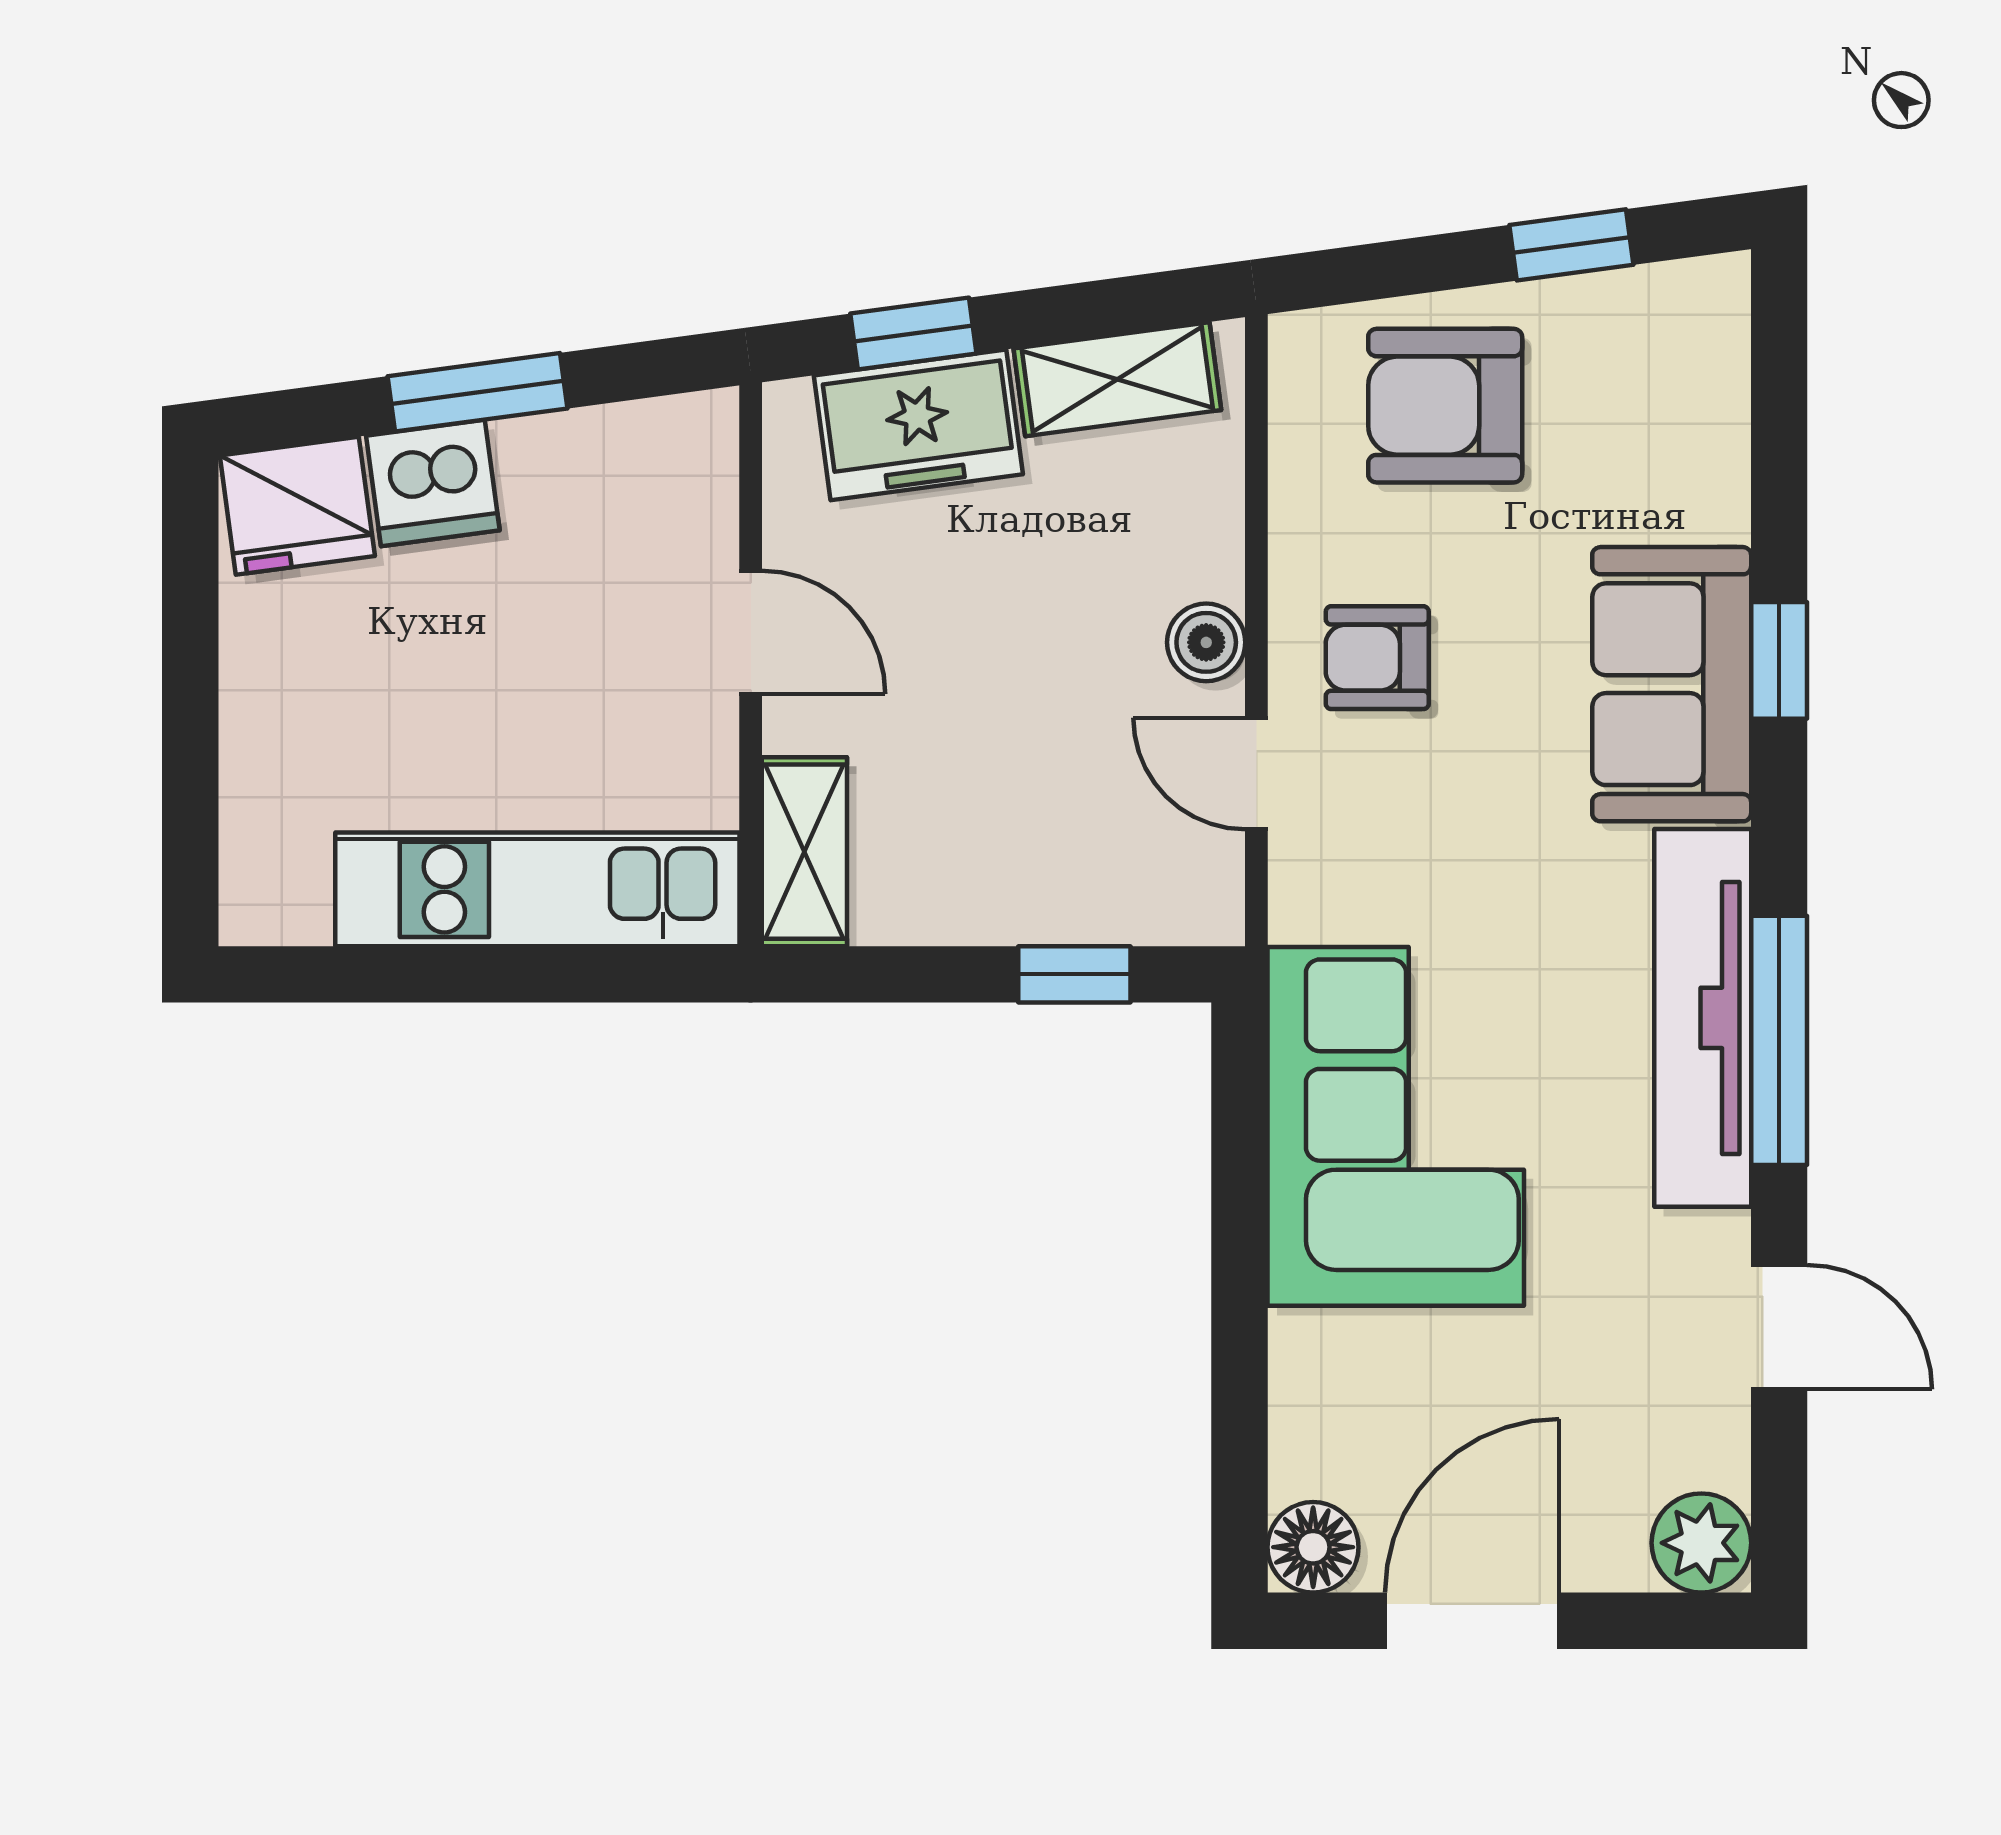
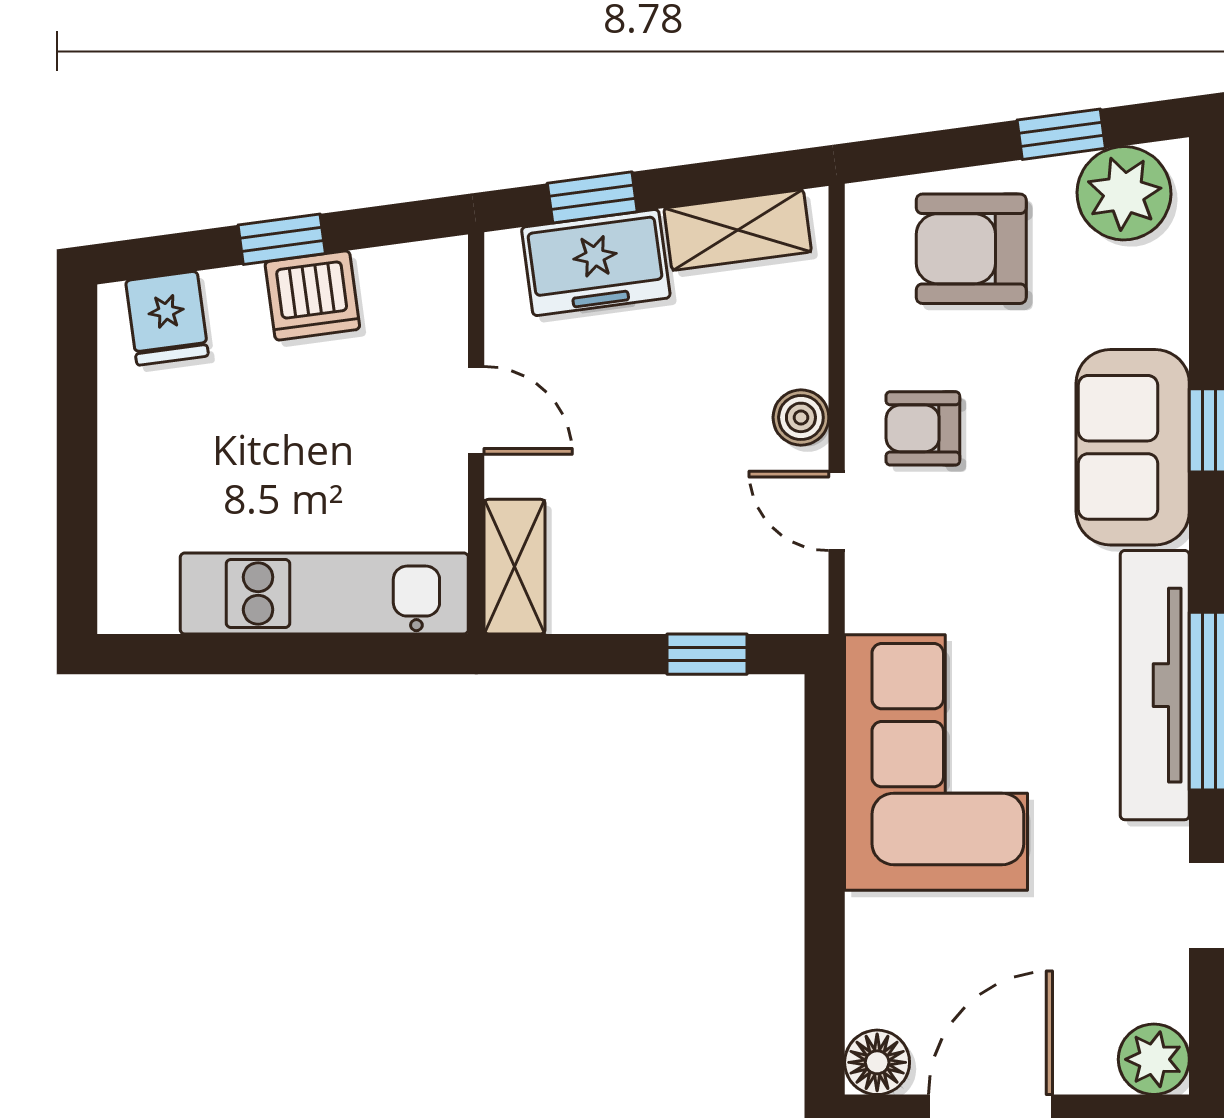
plant: (1659, 328) -> (1124, 193), added
window: (478, 392) -> (282, 239), width x0.67
dishwasher: (433, 483) -> (312, 296), moved
fridge: (297, 506) -> (167, 318), width x0.72

